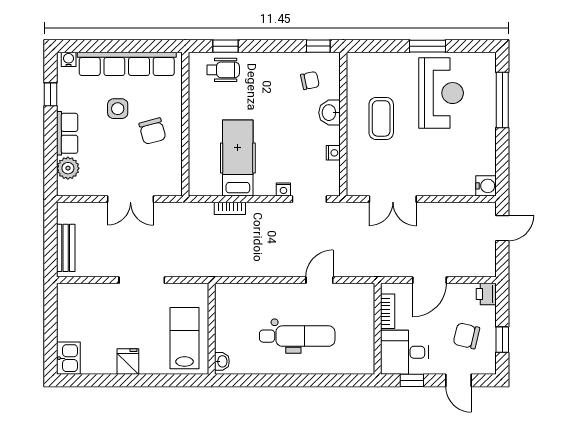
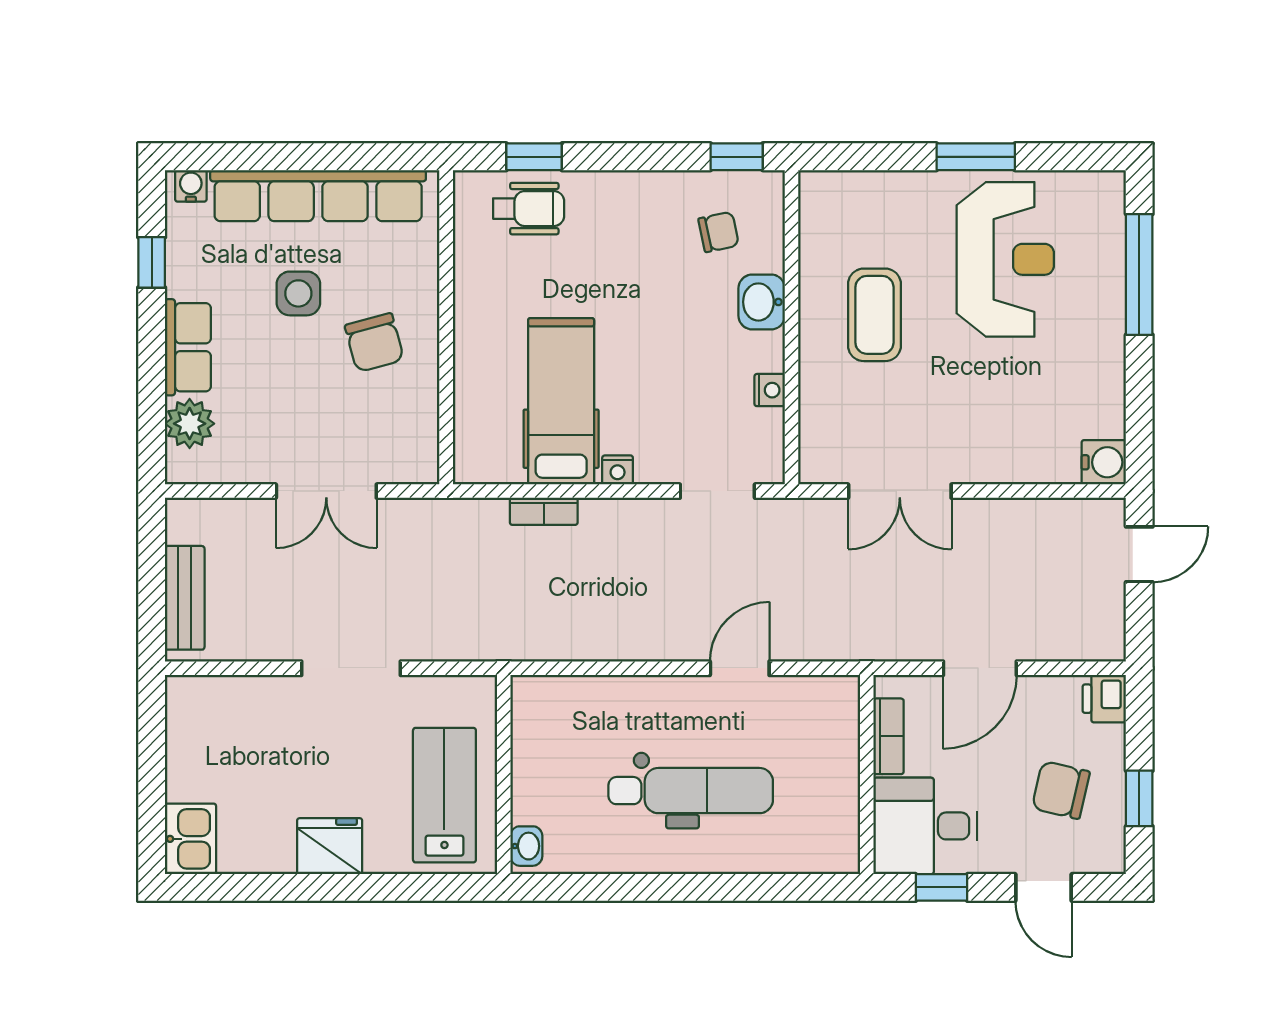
nightstand: (283, 189) -> (618, 470), moved
fridge: (128, 361) -> (330, 846), width x1.38

